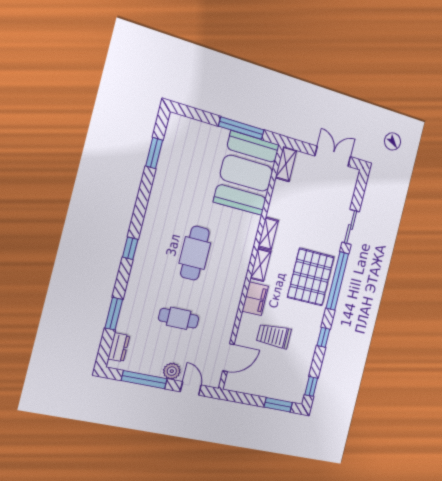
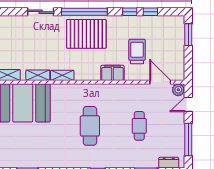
cafe table: (195, 253) -> (90, 126), turned 90
shelving: (261, 265) -> (38, 75), moved
trolley: (274, 336) -> (137, 51), turned 180
plant: (172, 371) -> (178, 90), moved
window: (311, 386) -> (150, 12), moved

